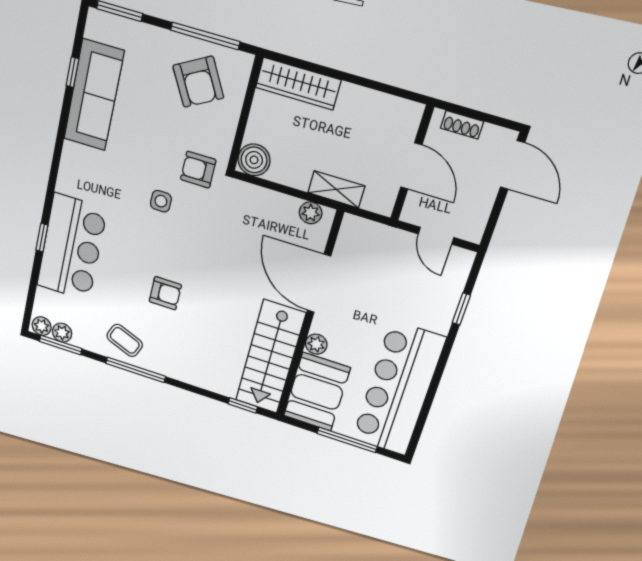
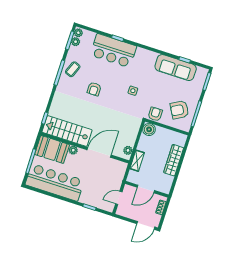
wardrobe: (298, 84) -> (174, 160), moved
armchair: (198, 170) -> (155, 114), moved

